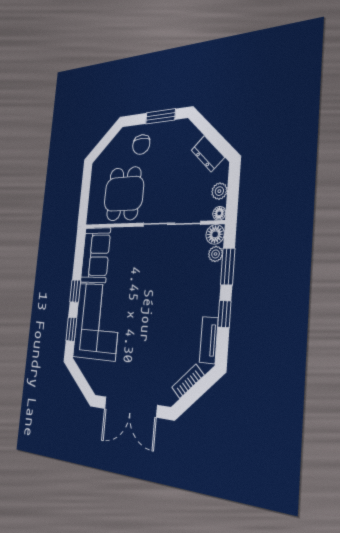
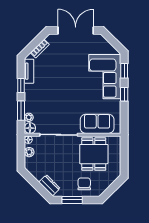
dresser: (208, 154) -> (49, 185), moved
sofa: (95, 255) -> (97, 124), moved, turned 90

